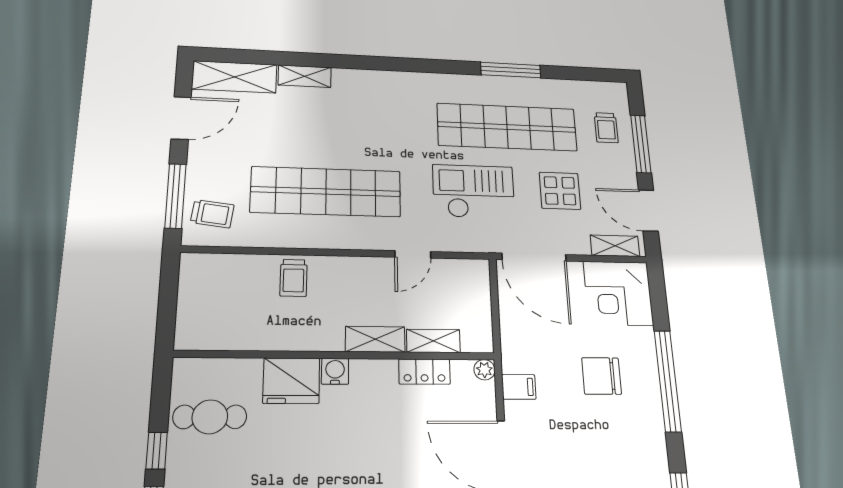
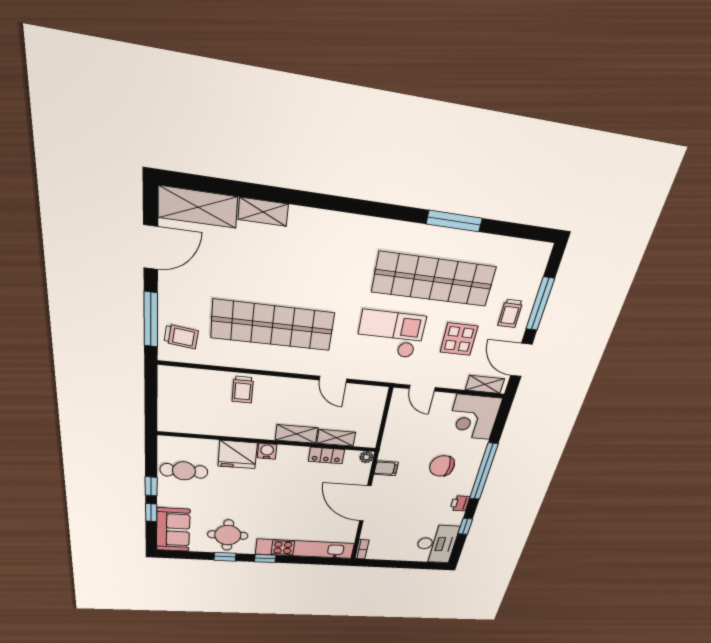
trolley: (606, 128) -> (510, 313), moved
door: (413, 254) -> (333, 379), hinge flipped
door: (534, 257) -> (422, 388), width x0.53
printer: (654, 443) -> (460, 503), added

